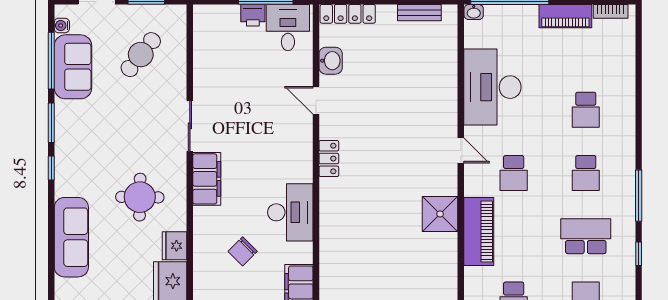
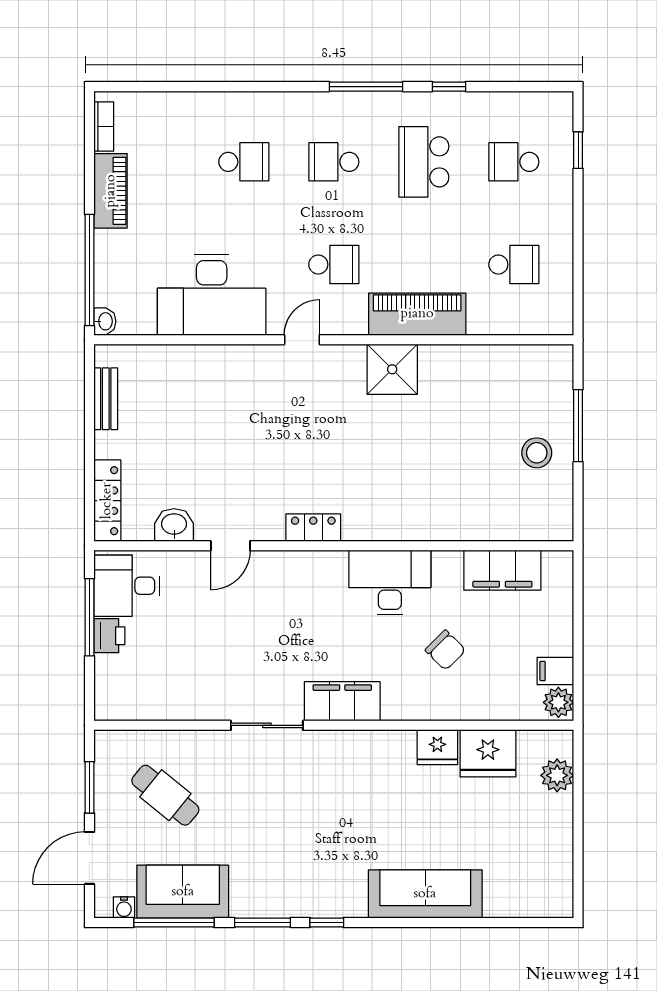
school desk: (586, 173) -> (334, 162), turned 180
round table: (140, 197) -> (368, 797), removed

